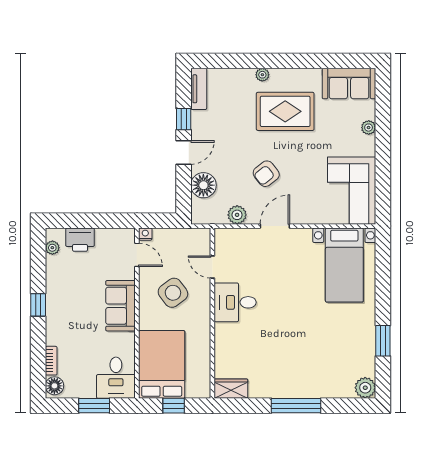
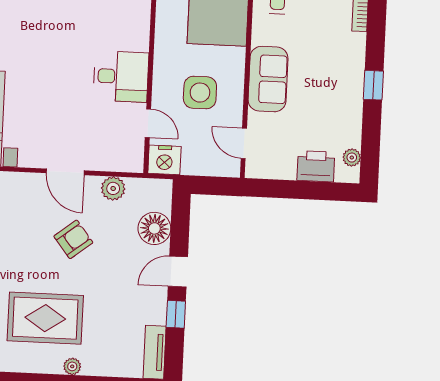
door: (275, 226) -> (65, 172), hinge flipped
nightstand: (145, 234) -> (164, 160), moved, width x1.89, depth x1.79
side table: (173, 293) -> (200, 93), turned 37

